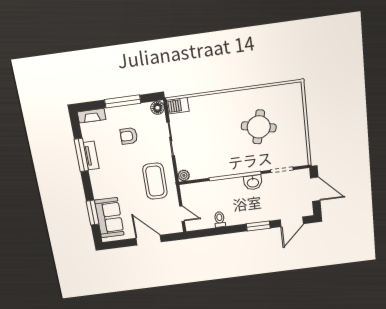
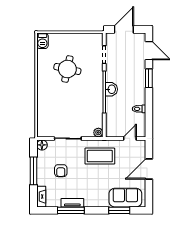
barbecue: (178, 106) -> (42, 41), moved
washbasin: (253, 182) -> (111, 89), moved

